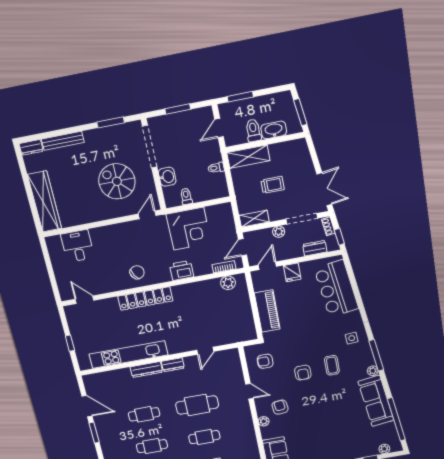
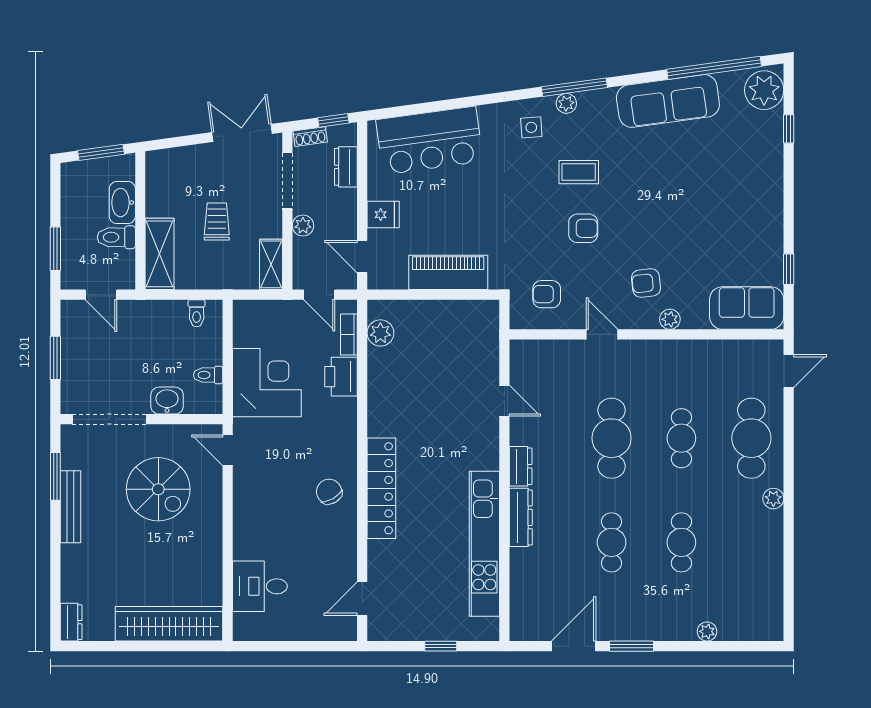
bench: (63, 141) -> (71, 507), moved
toilet: (216, 168) -> (197, 313), moved
spiral stairs: (117, 181) -> (158, 489), turned -90
printer: (182, 270) -> (341, 377), moved
armchair: (265, 361) -> (547, 294), turned 90
plant: (373, 371) -> (566, 103), moved
door: (249, 391) -> (602, 334), hinge flipped
plant: (384, 449) -> (764, 90), width x1.87, depth x1.87

